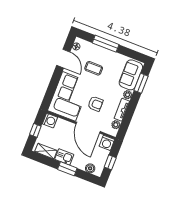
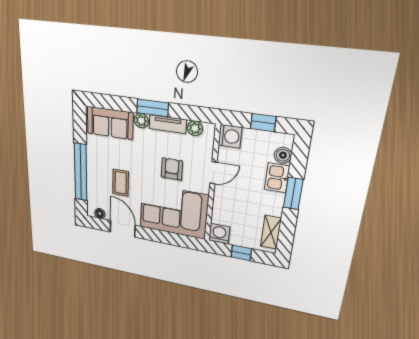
window: (106, 44) -> (81, 172), width x1.46
door: (63, 59) -> (123, 229), hinge flipped
window: (141, 83) -> (153, 108), moved
door: (88, 128) -> (213, 173), width x0.53
kitchen sink: (64, 157) -> (277, 178), moved

